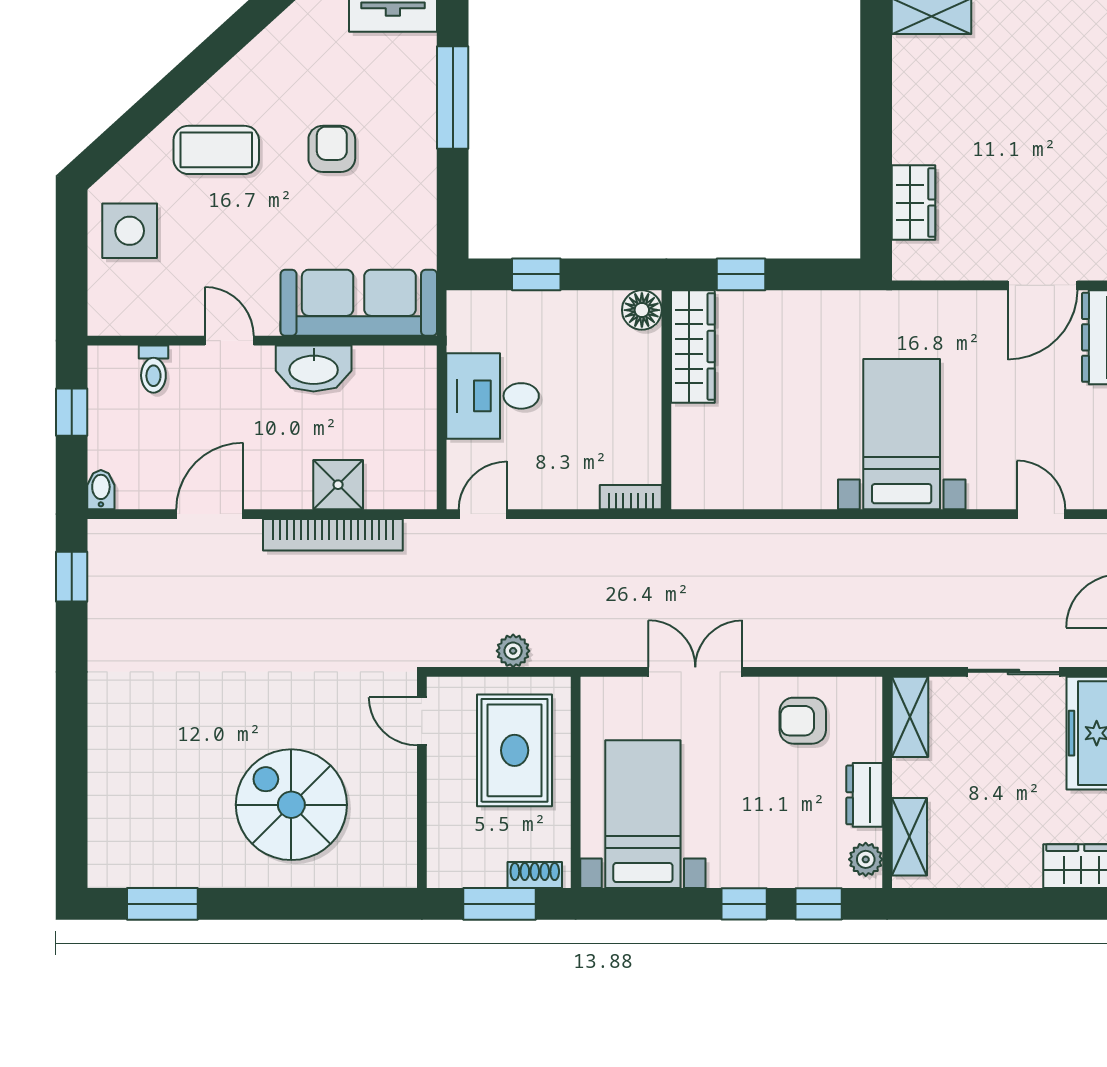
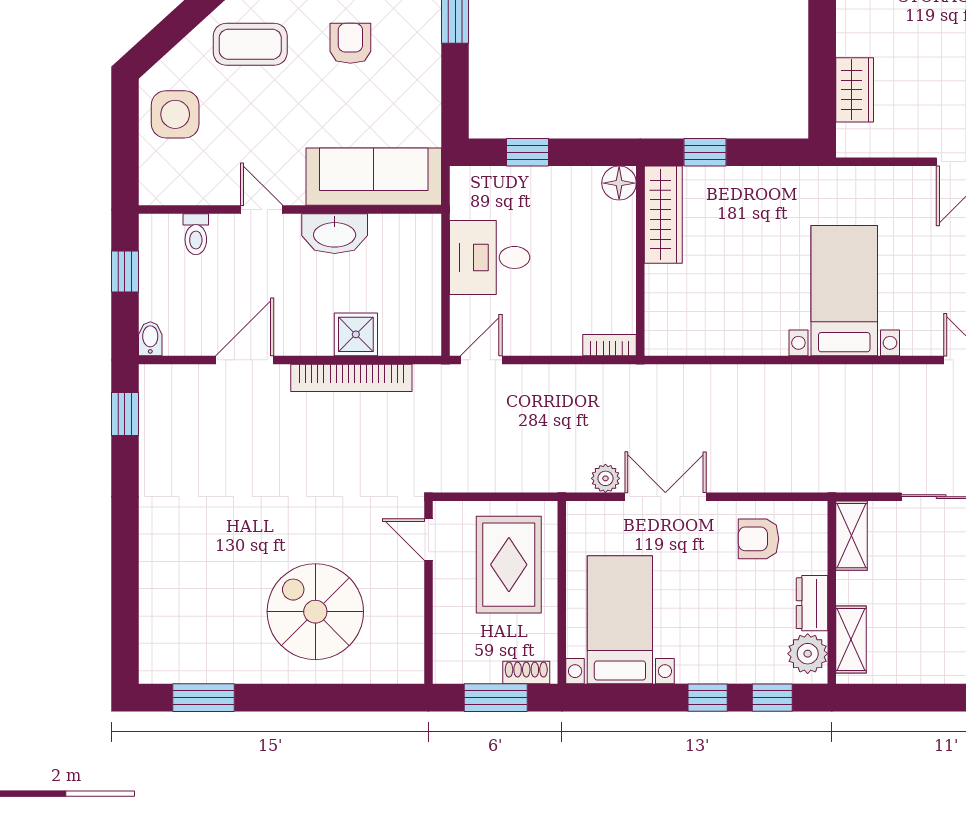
plant: (513, 651) -> (605, 478), moved
plant: (866, 859) -> (808, 654), width x1.38, depth x1.38

